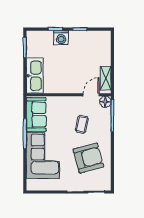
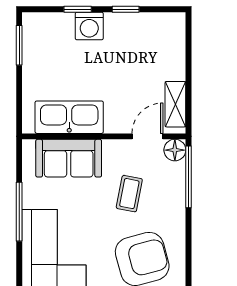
kitchen sink: (35, 76) -> (69, 117), moved, turned -90
sofa: (36, 114) -> (69, 158), moved, turned 90

